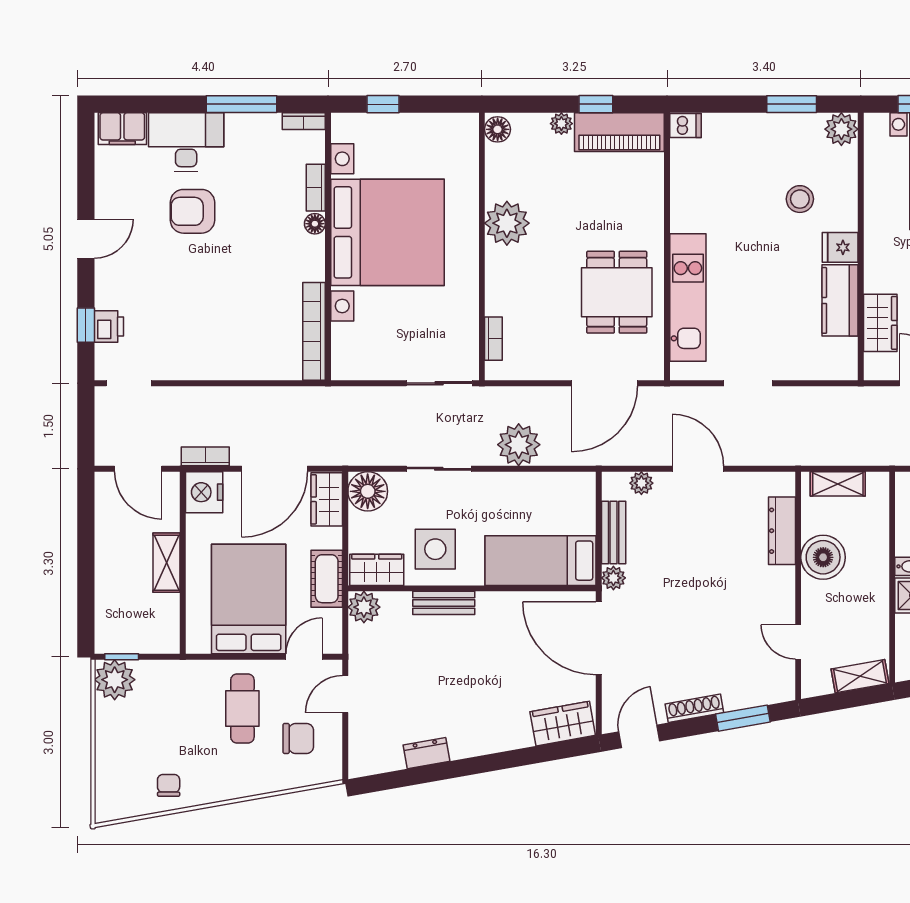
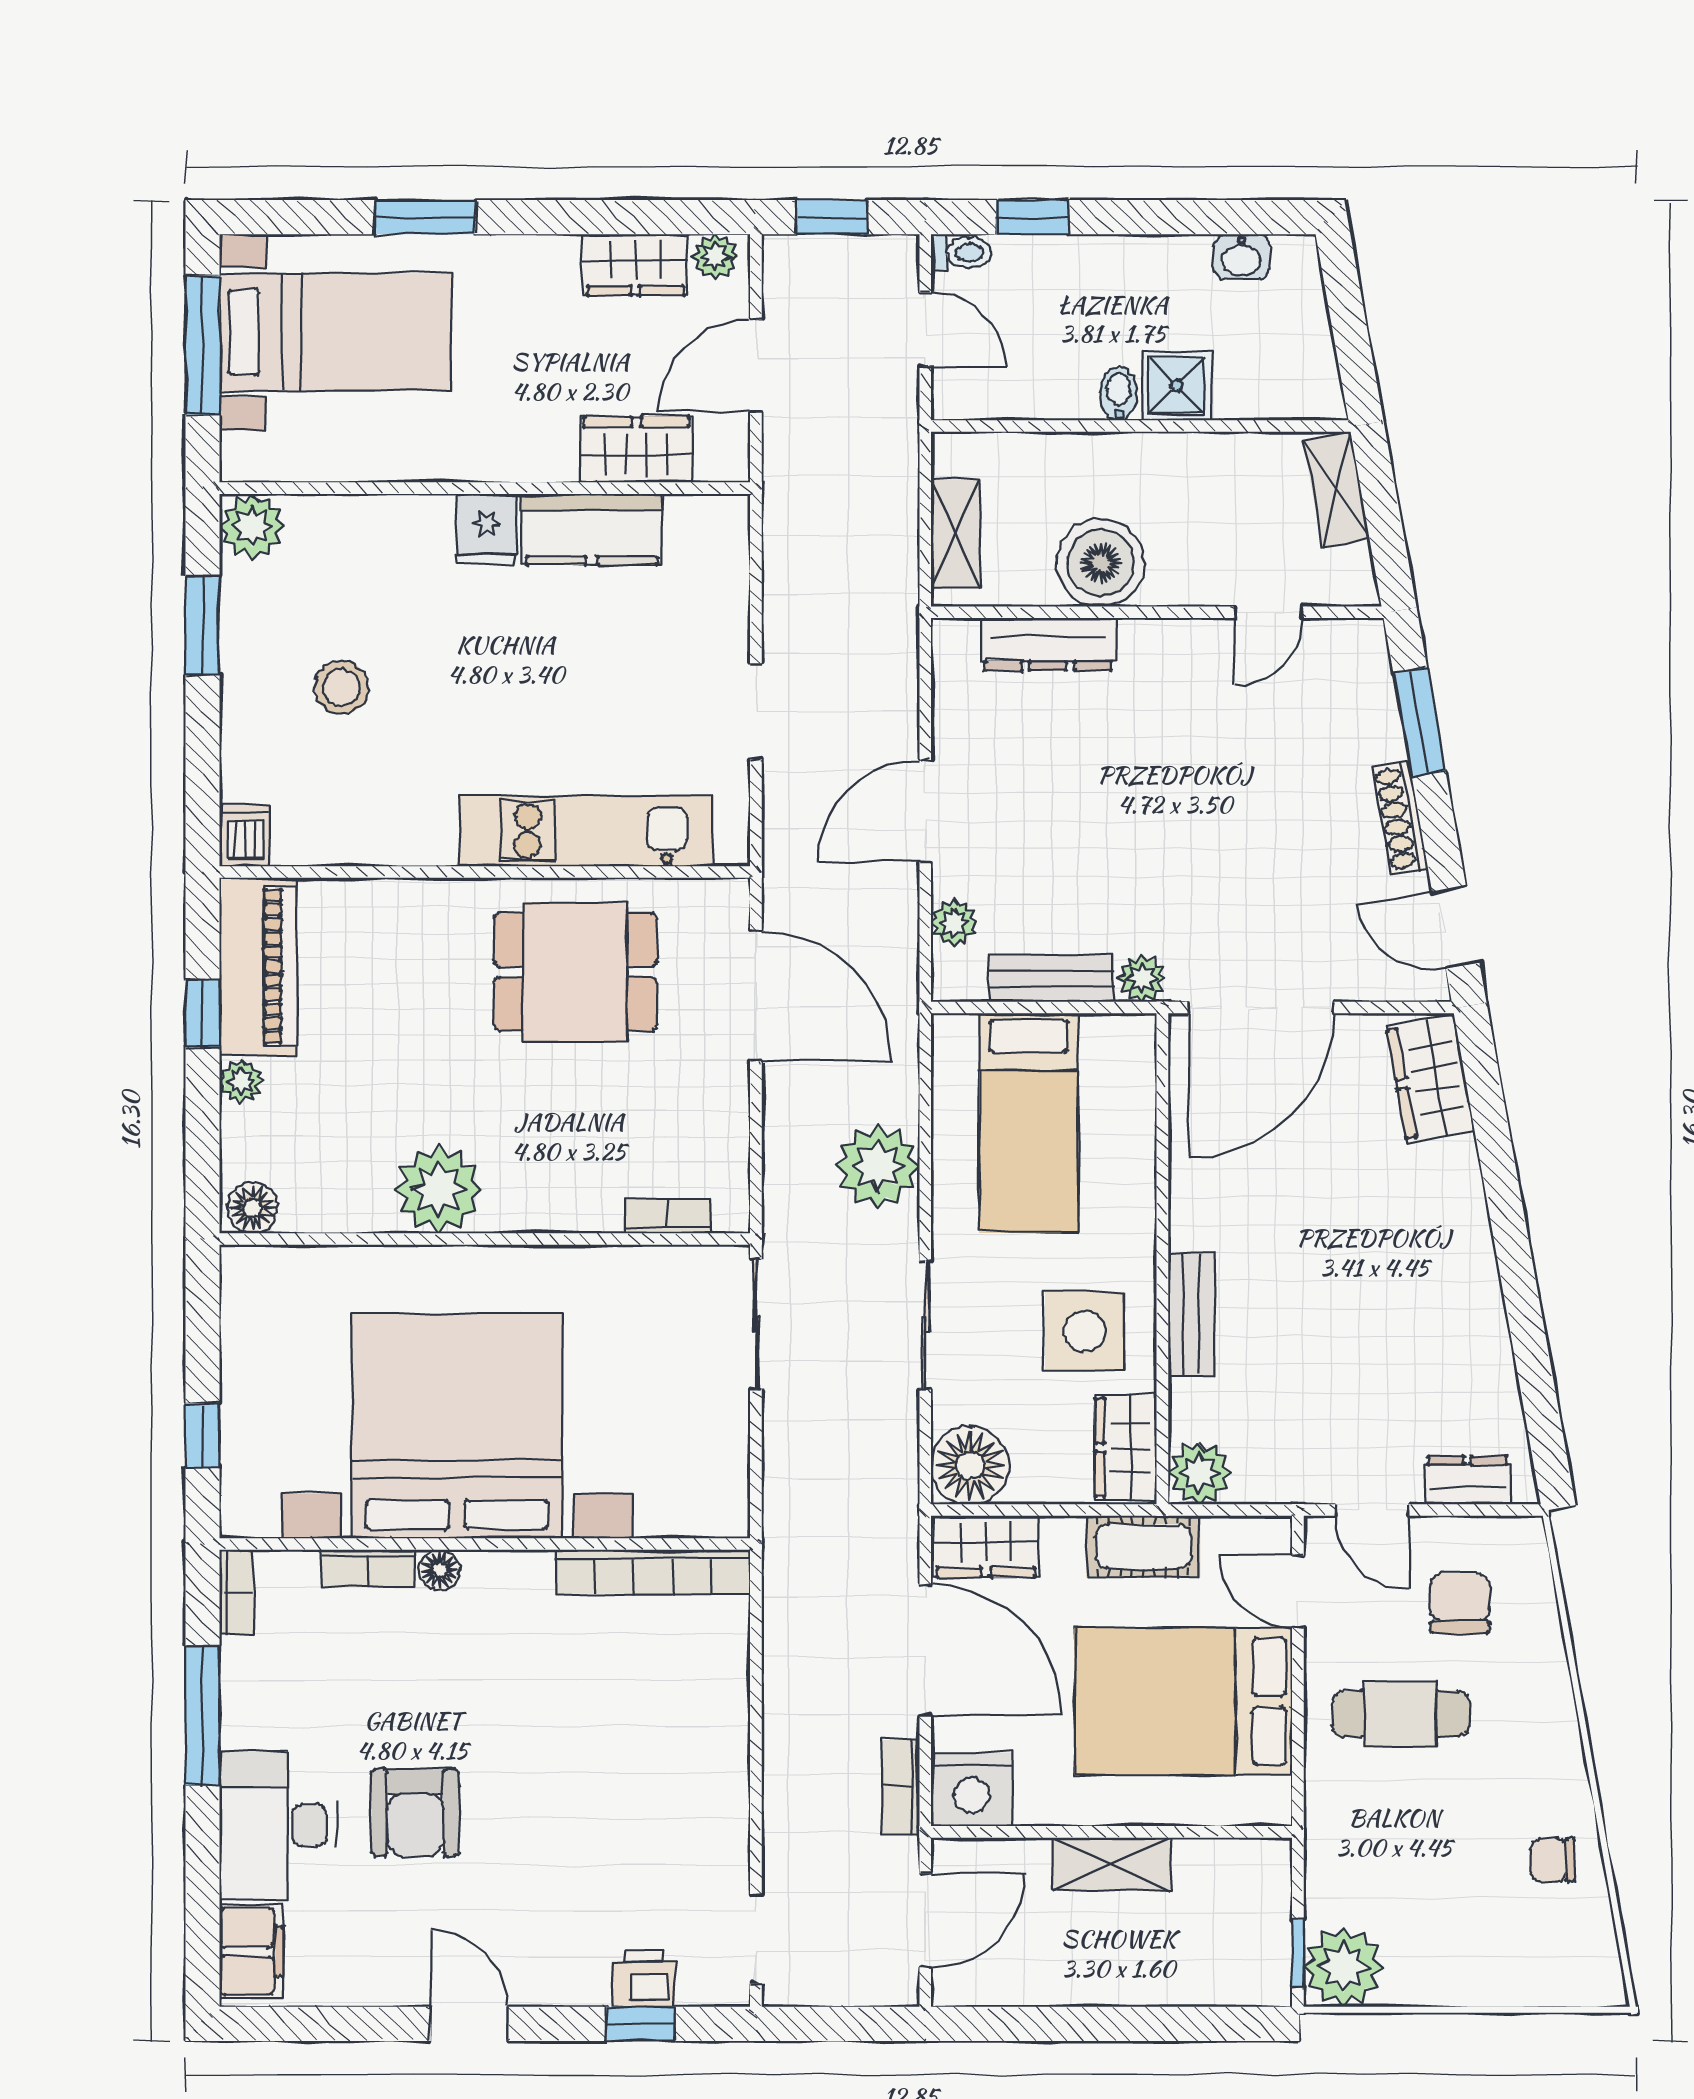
stool: (800, 199) -> (341, 688), moved
bed: (540, 561) -> (1028, 1123), moved
dresser: (427, 753) -> (1468, 1480), moved, turned 100

